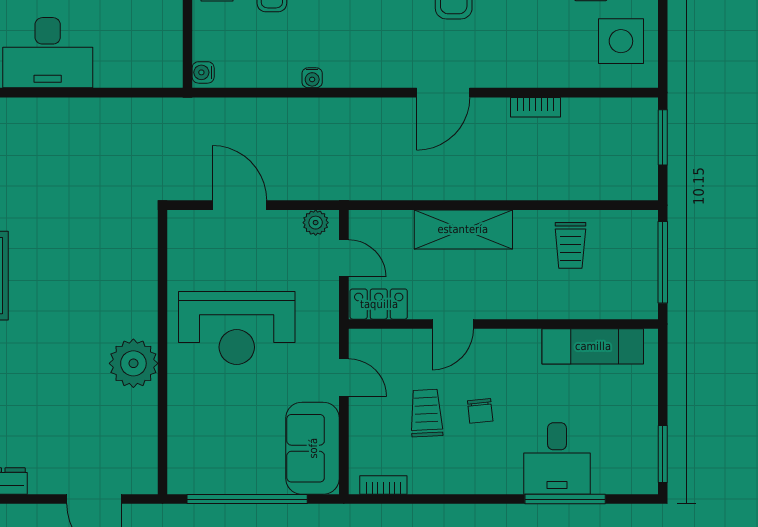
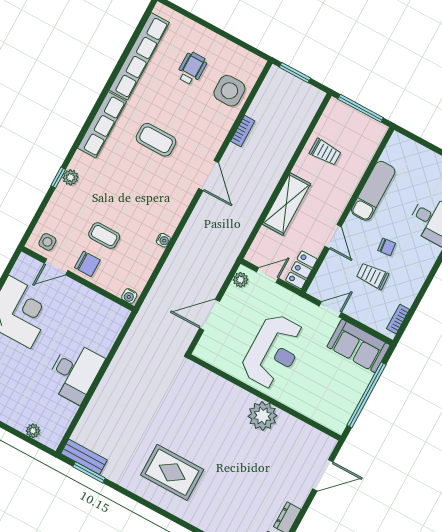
side table: (621, 41) -> (229, 91), moved
exam couch: (593, 346) -> (373, 191), moved

